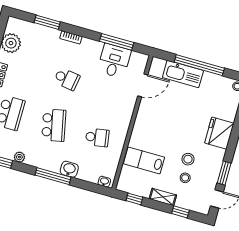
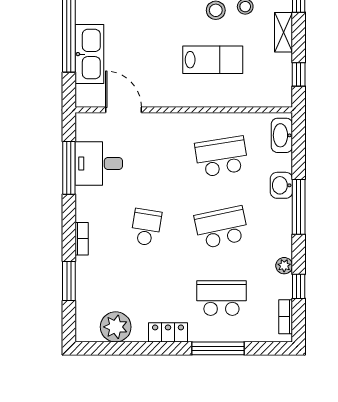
school desk: (97, 137) -> (221, 157), width x1.85
lab bench: (144, 160) -> (213, 60), moved, turned -90
washbasin: (104, 182) -> (282, 135), width x1.91, depth x1.45

